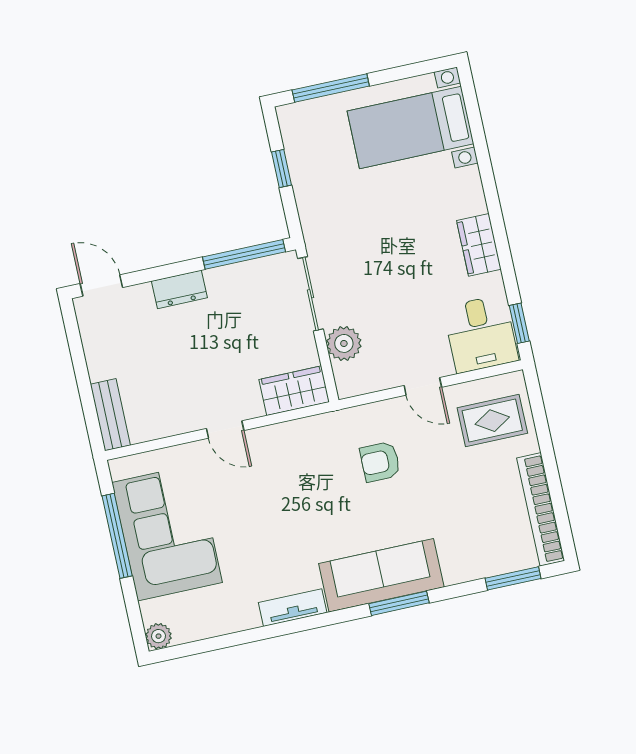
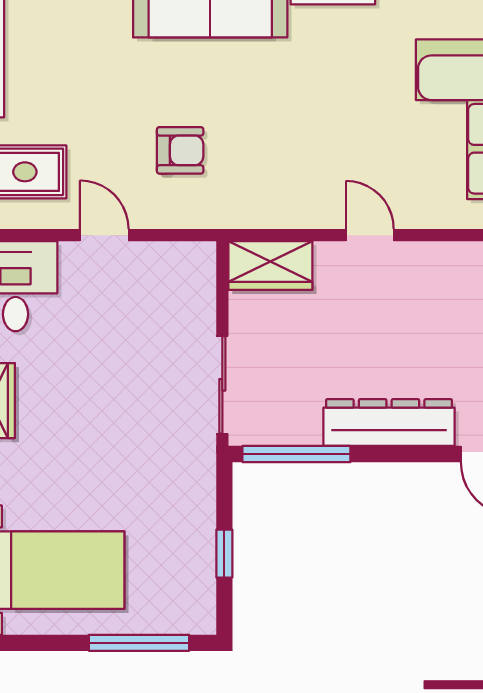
dresser: (179, 289) -> (389, 423), width x1.96, depth x1.24
plant: (344, 343) -> (193, 312), removed

